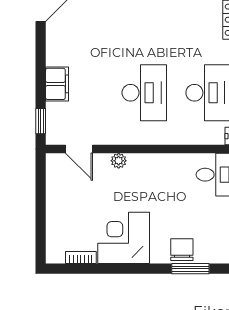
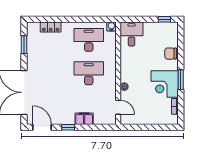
window: (41, 121) -> (68, 127), moved
door: (79, 149) -> (118, 107), hinge flipped
window: (190, 269) -> (181, 80), moved

